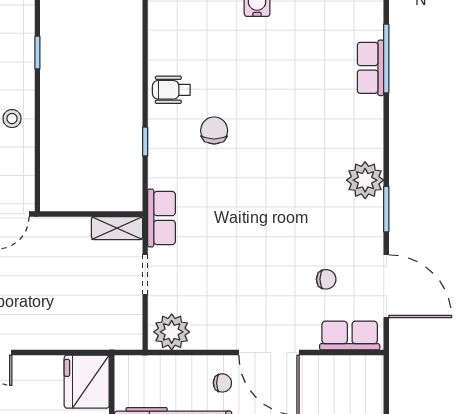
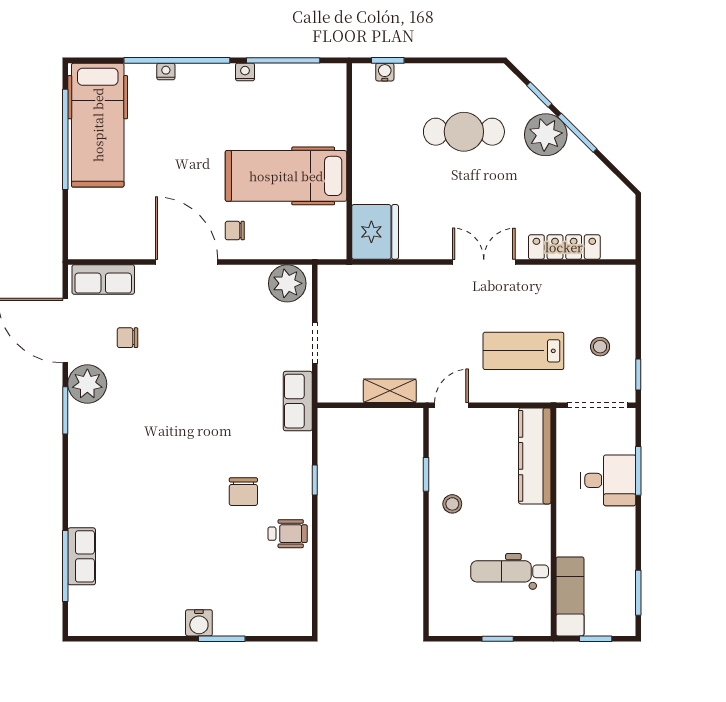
window: (37, 53) -> (426, 474), moved
plant: (365, 180) -> (87, 384), moved
shelving: (117, 228) -> (390, 391), moved

